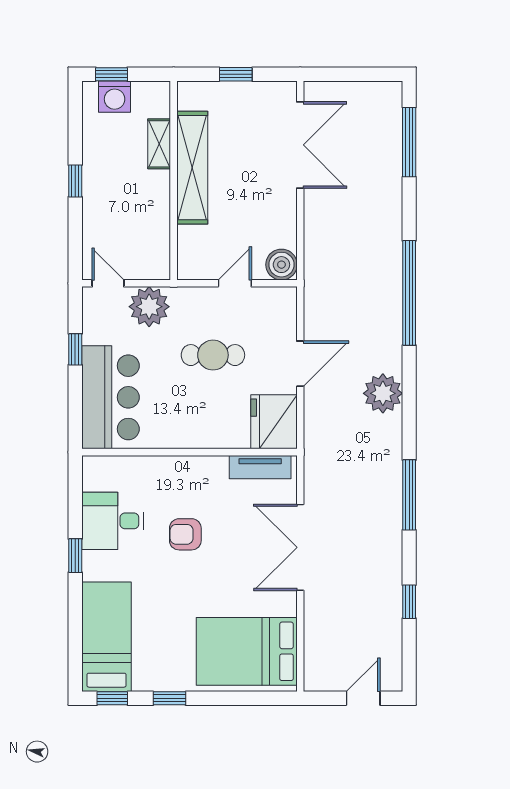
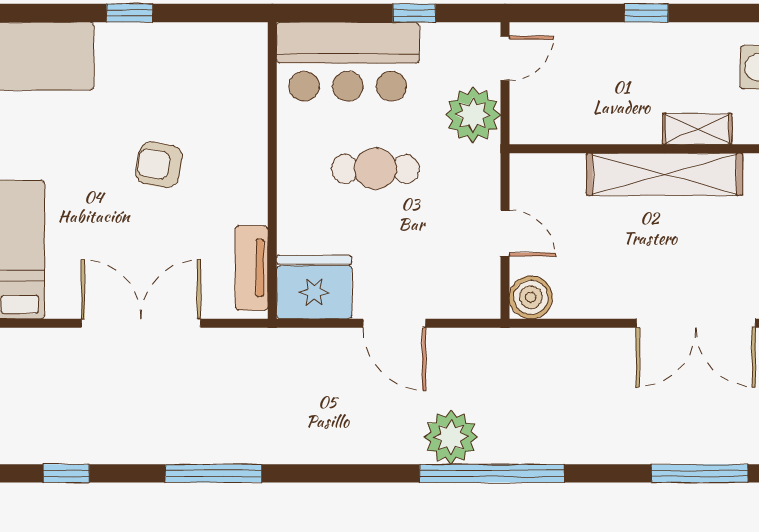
cafe table: (213, 355) -> (375, 169), moved, turned 90
plant: (383, 393) -> (451, 437), moved
desk: (113, 521) -> (178, 65), removed
armchair: (185, 534) -> (159, 165), turned -80

